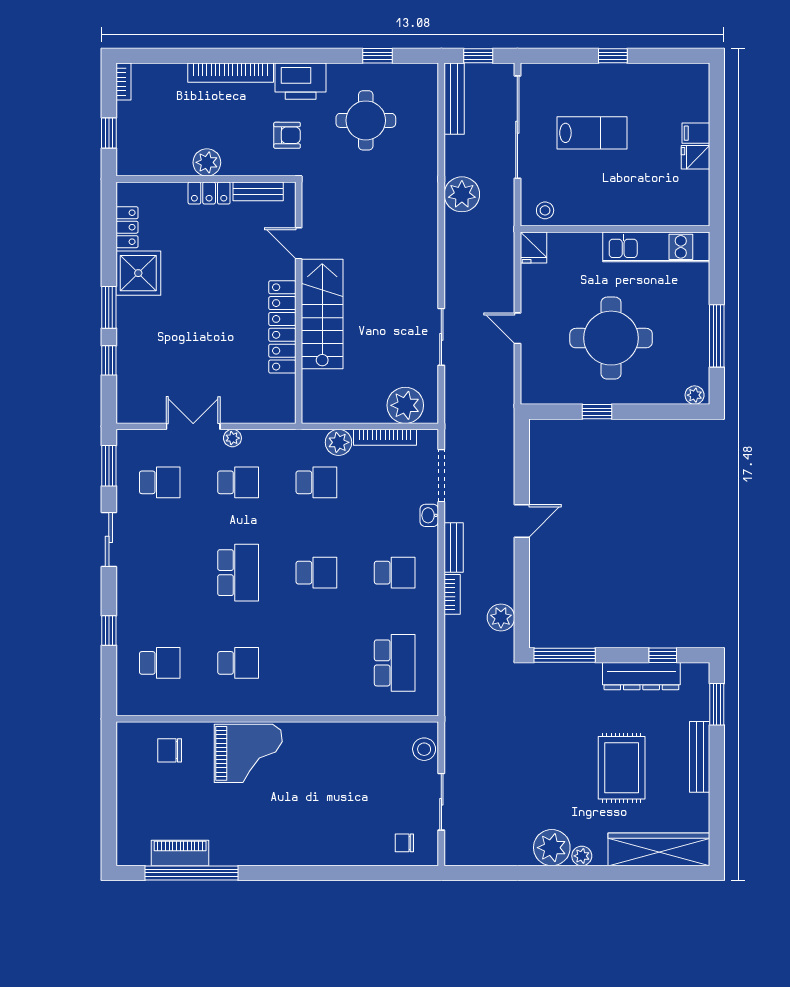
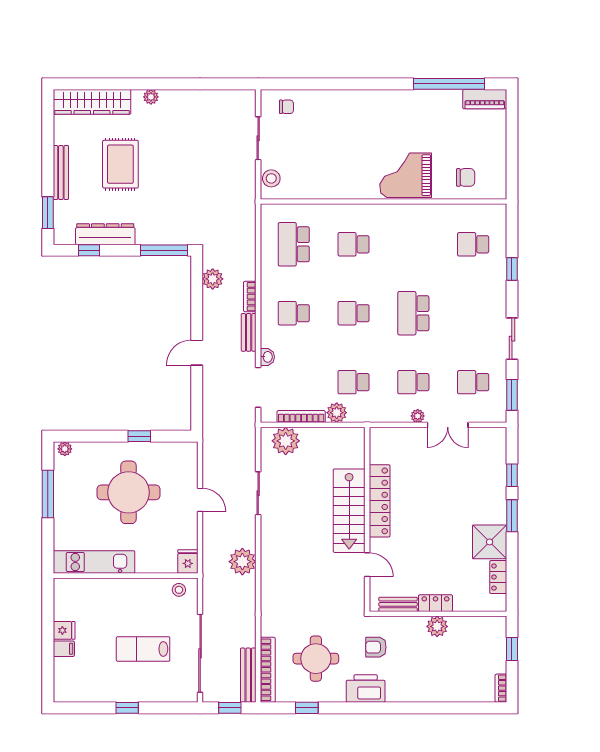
bookcase: (231, 73) -> (268, 670), moved, turned 90
plant: (462, 194) -> (242, 562), moved
school desk: (238, 663) -> (354, 244), moved
plant: (552, 848) -> (174, 103), removed
piano: (180, 853) -> (485, 99), moved

